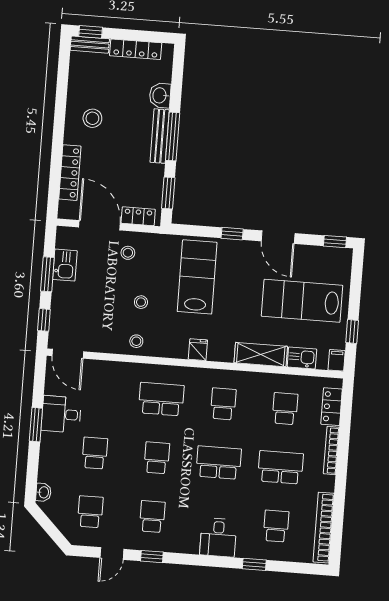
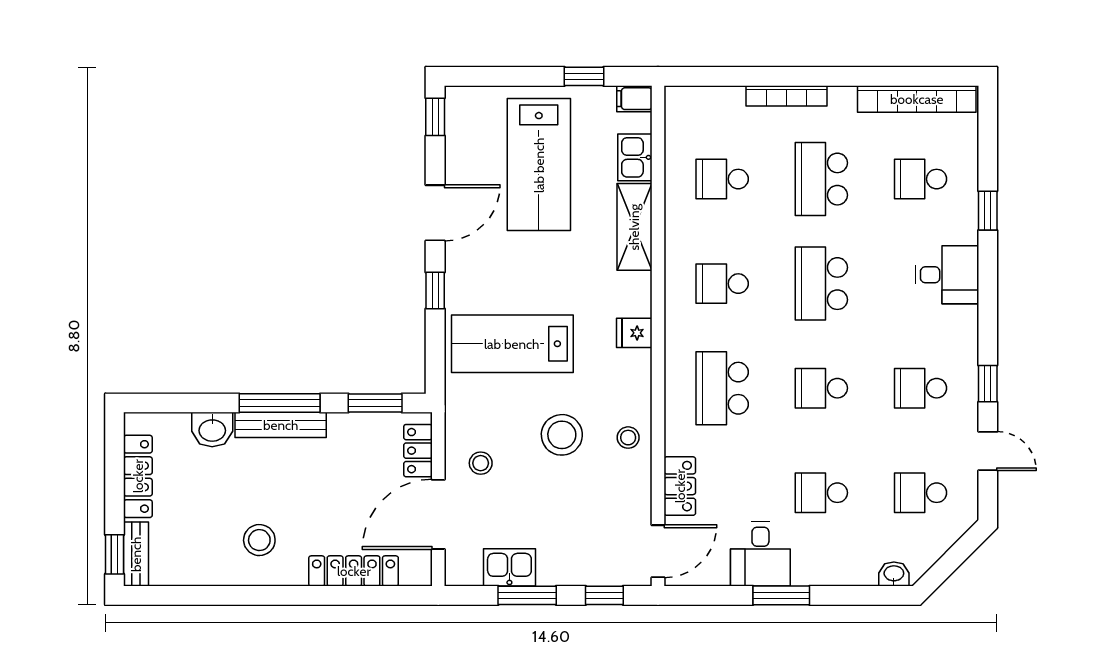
stool: (141, 302) -> (562, 435), width x1.89, depth x1.89
locker: (332, 407) -> (680, 486), moved, turned -90

